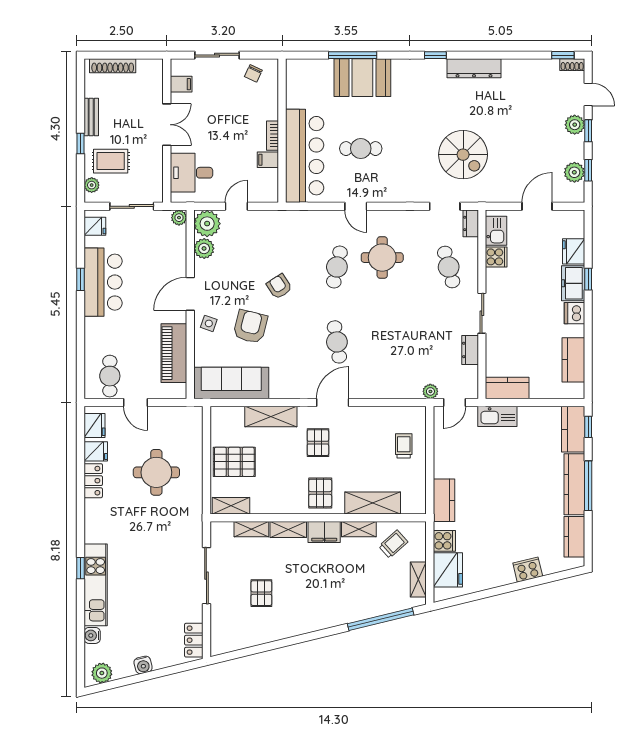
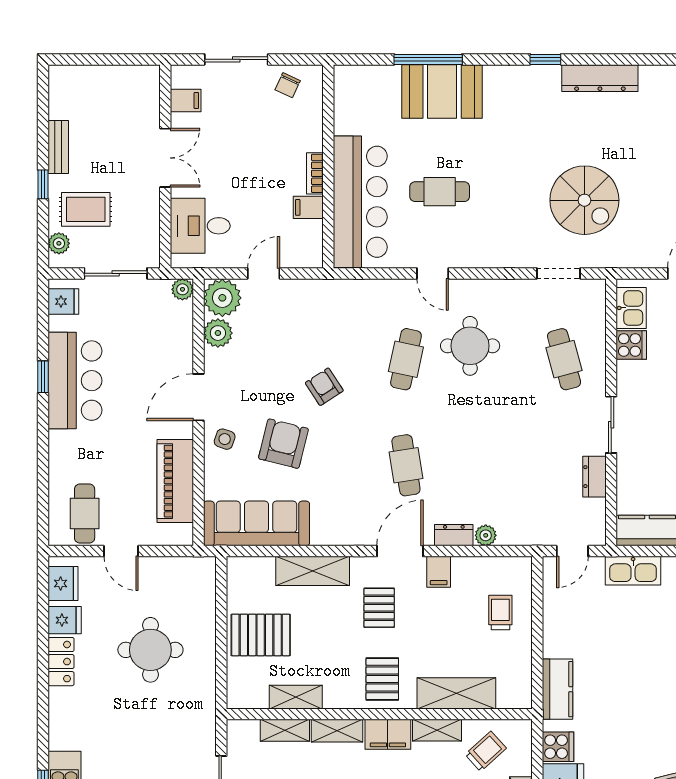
shoe rack: (113, 66) -> (89, 75), removed
dresser: (471, 223) -> (454, 535), moved, turned 90
plant: (430, 391) -> (486, 535), moved
filing cabinet: (360, 417) -> (439, 572), added
shelving: (231, 506) -> (296, 697), moved

